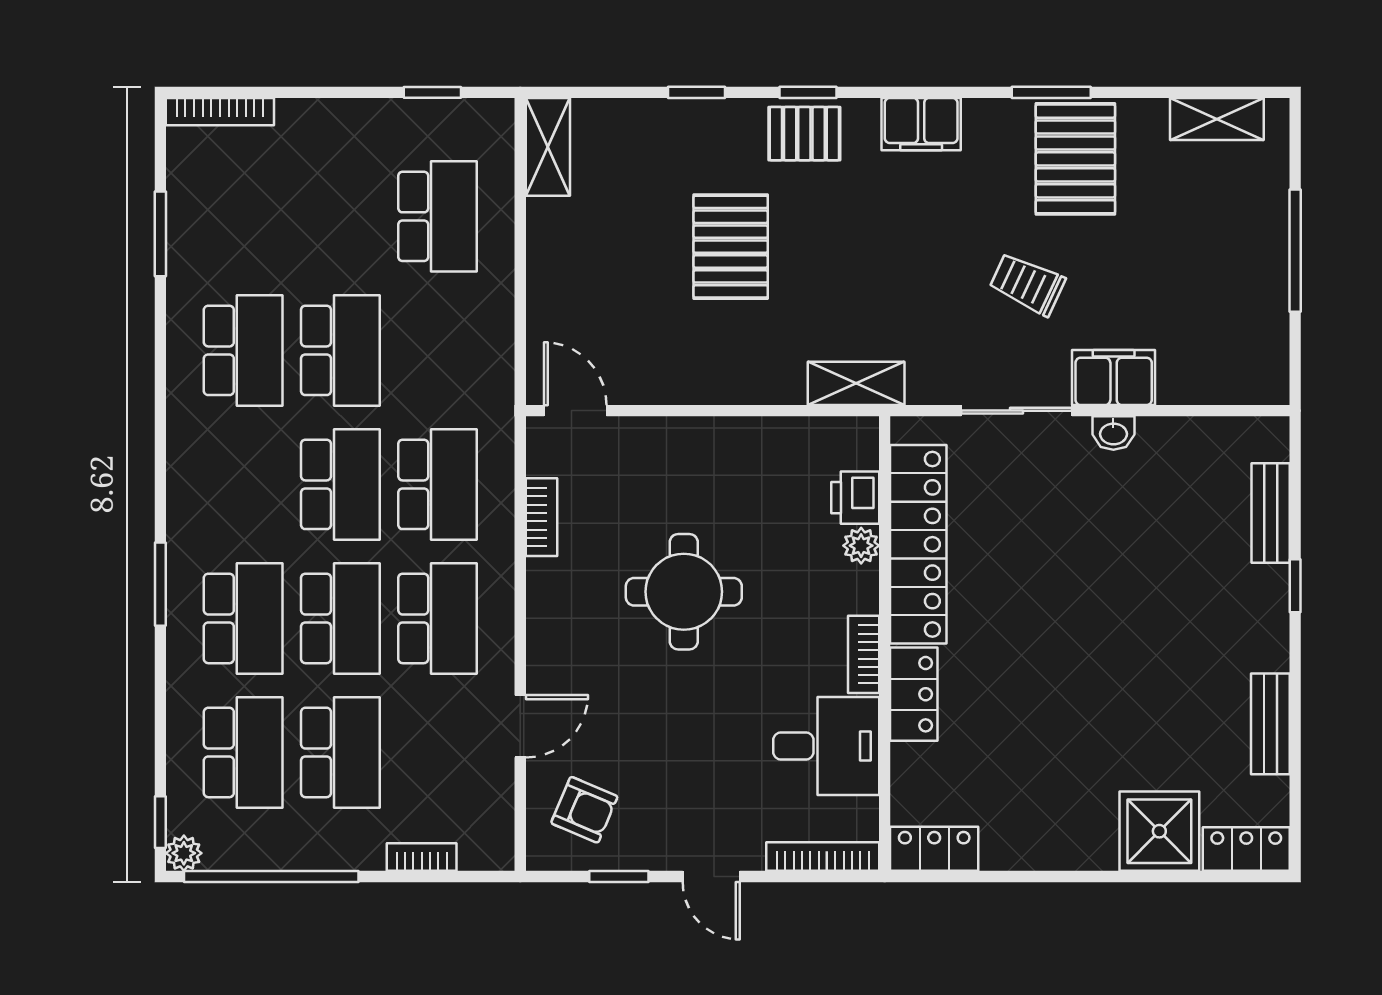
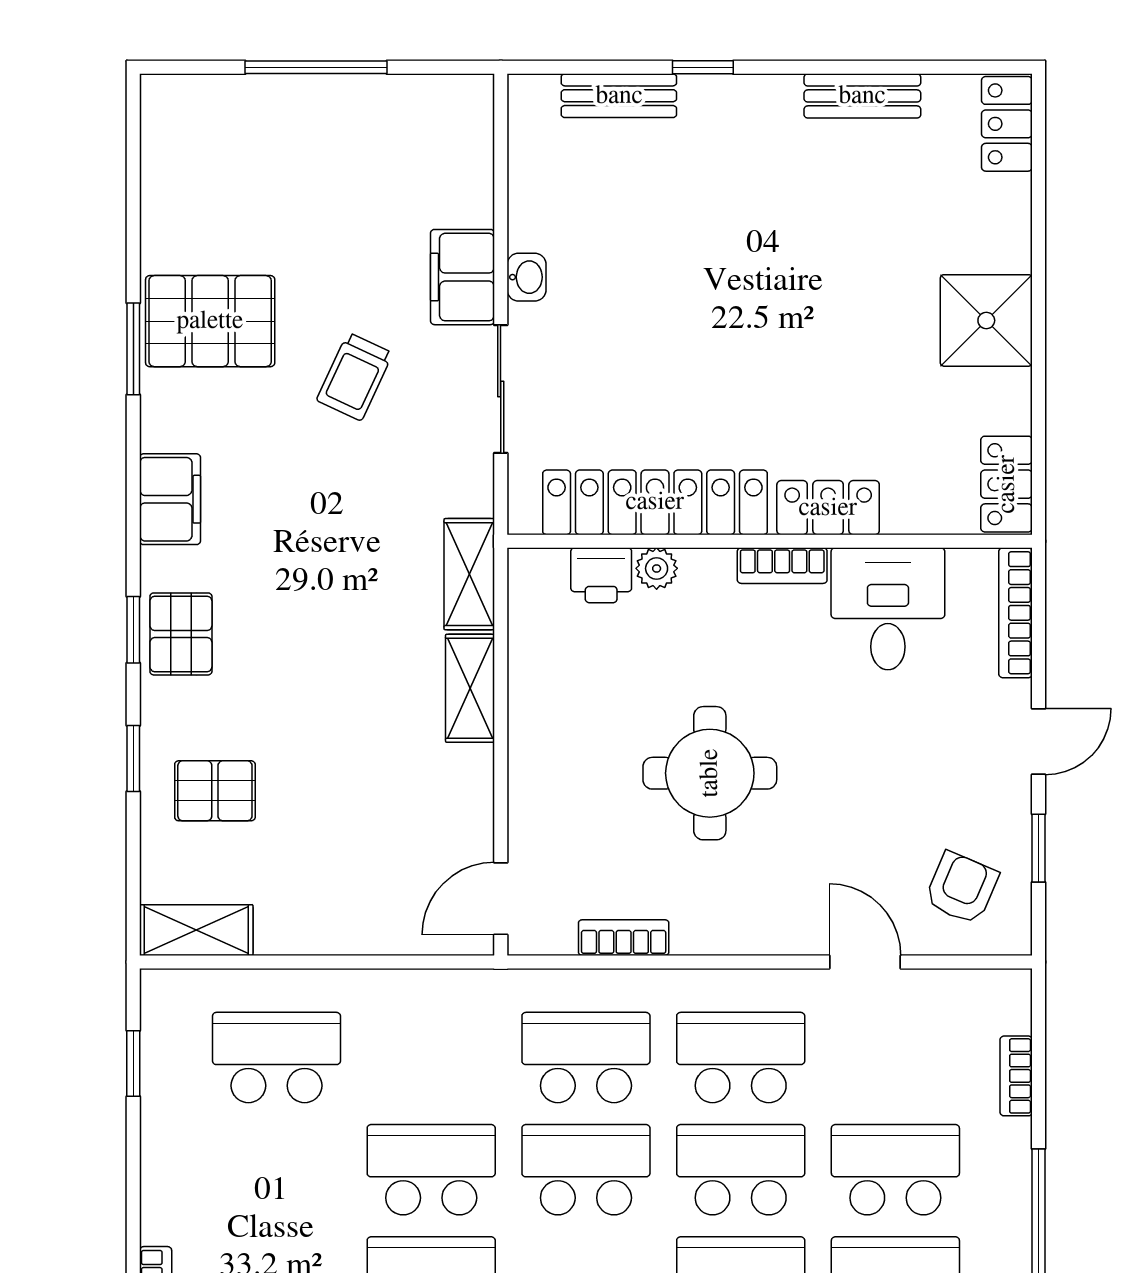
shelving: (1217, 119) -> (470, 688), moved
pallet: (731, 247) -> (215, 791), moved, width x0.67, depth x0.71
shower: (1159, 831) -> (986, 320), moved

